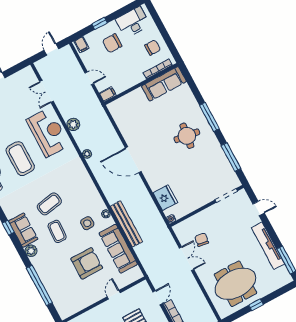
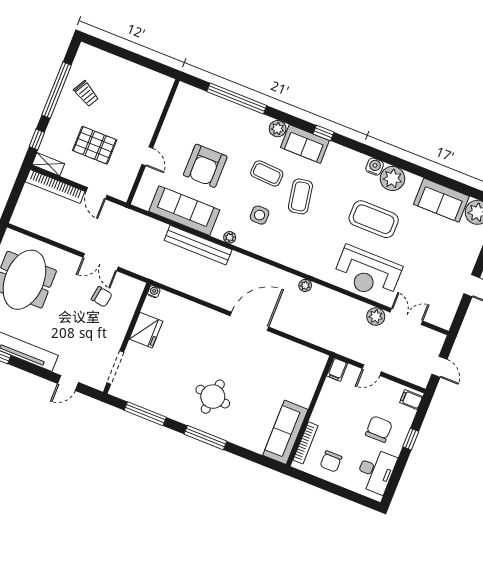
plant: (73, 124) -> (376, 316), moved
fridge: (165, 198) -> (146, 330), moved, turned -90
side table: (87, 223) -> (260, 215), moved

